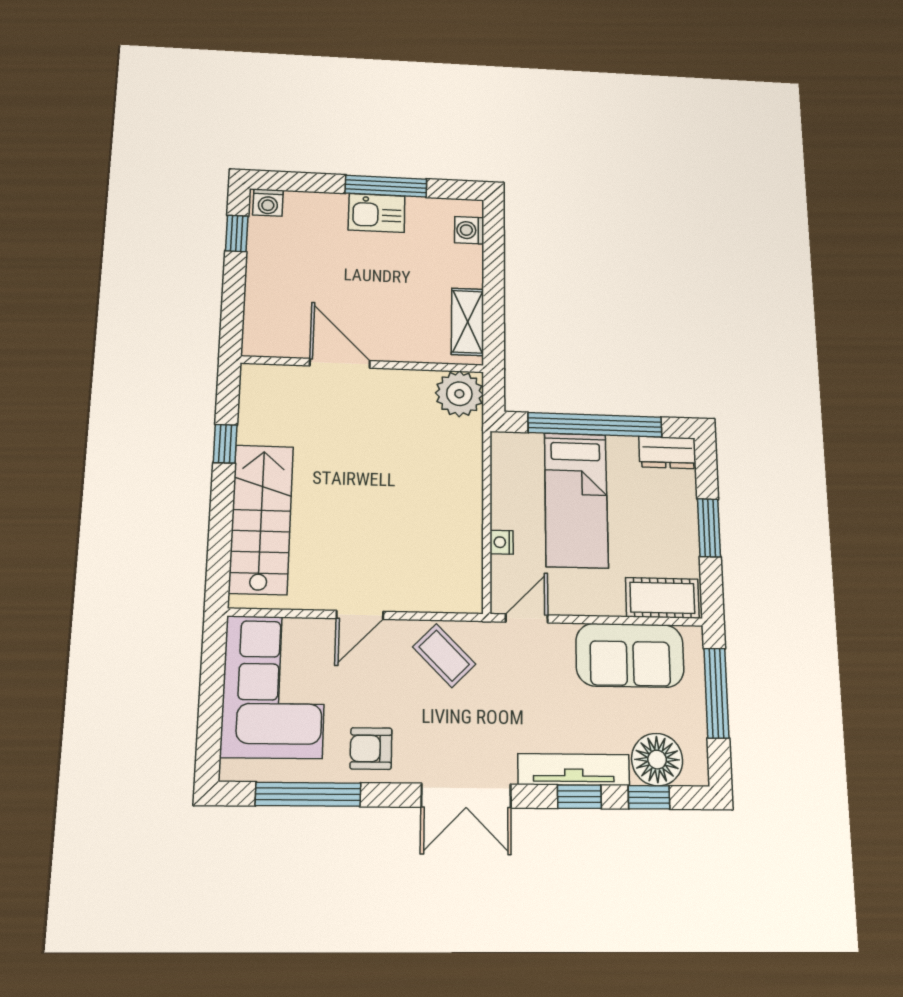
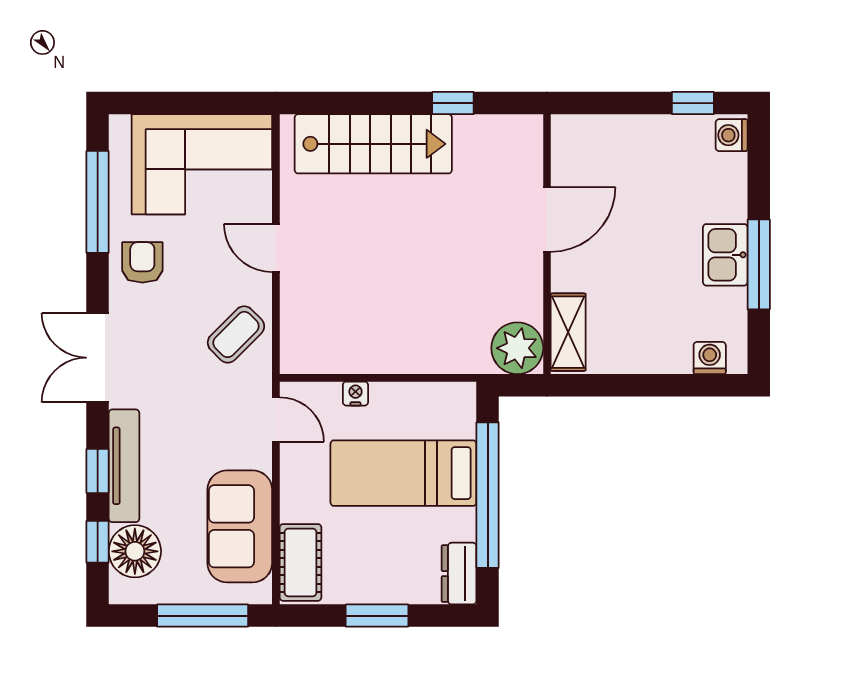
shelving: (468, 322) -> (568, 332), moved, turned 90

